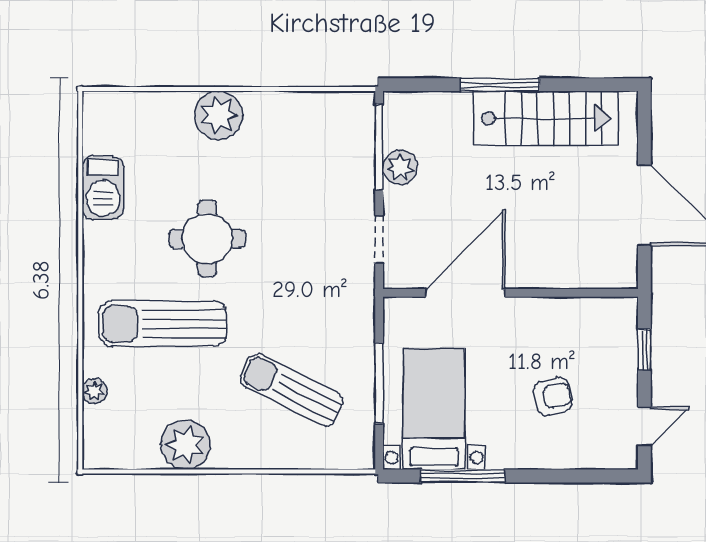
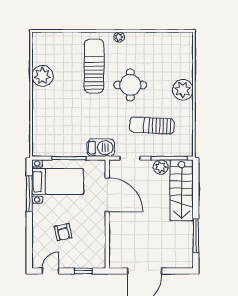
window: (500, 85) -> (196, 236), moved
stairs: (546, 118) -> (182, 190), moved
barbecue: (103, 188) -> (101, 148), moved, turned 180
sun lounger: (292, 390) -> (152, 126), moved, turned -114
plant: (95, 391) -> (119, 37), moved
door: (644, 426) -> (50, 271), swing flipped

